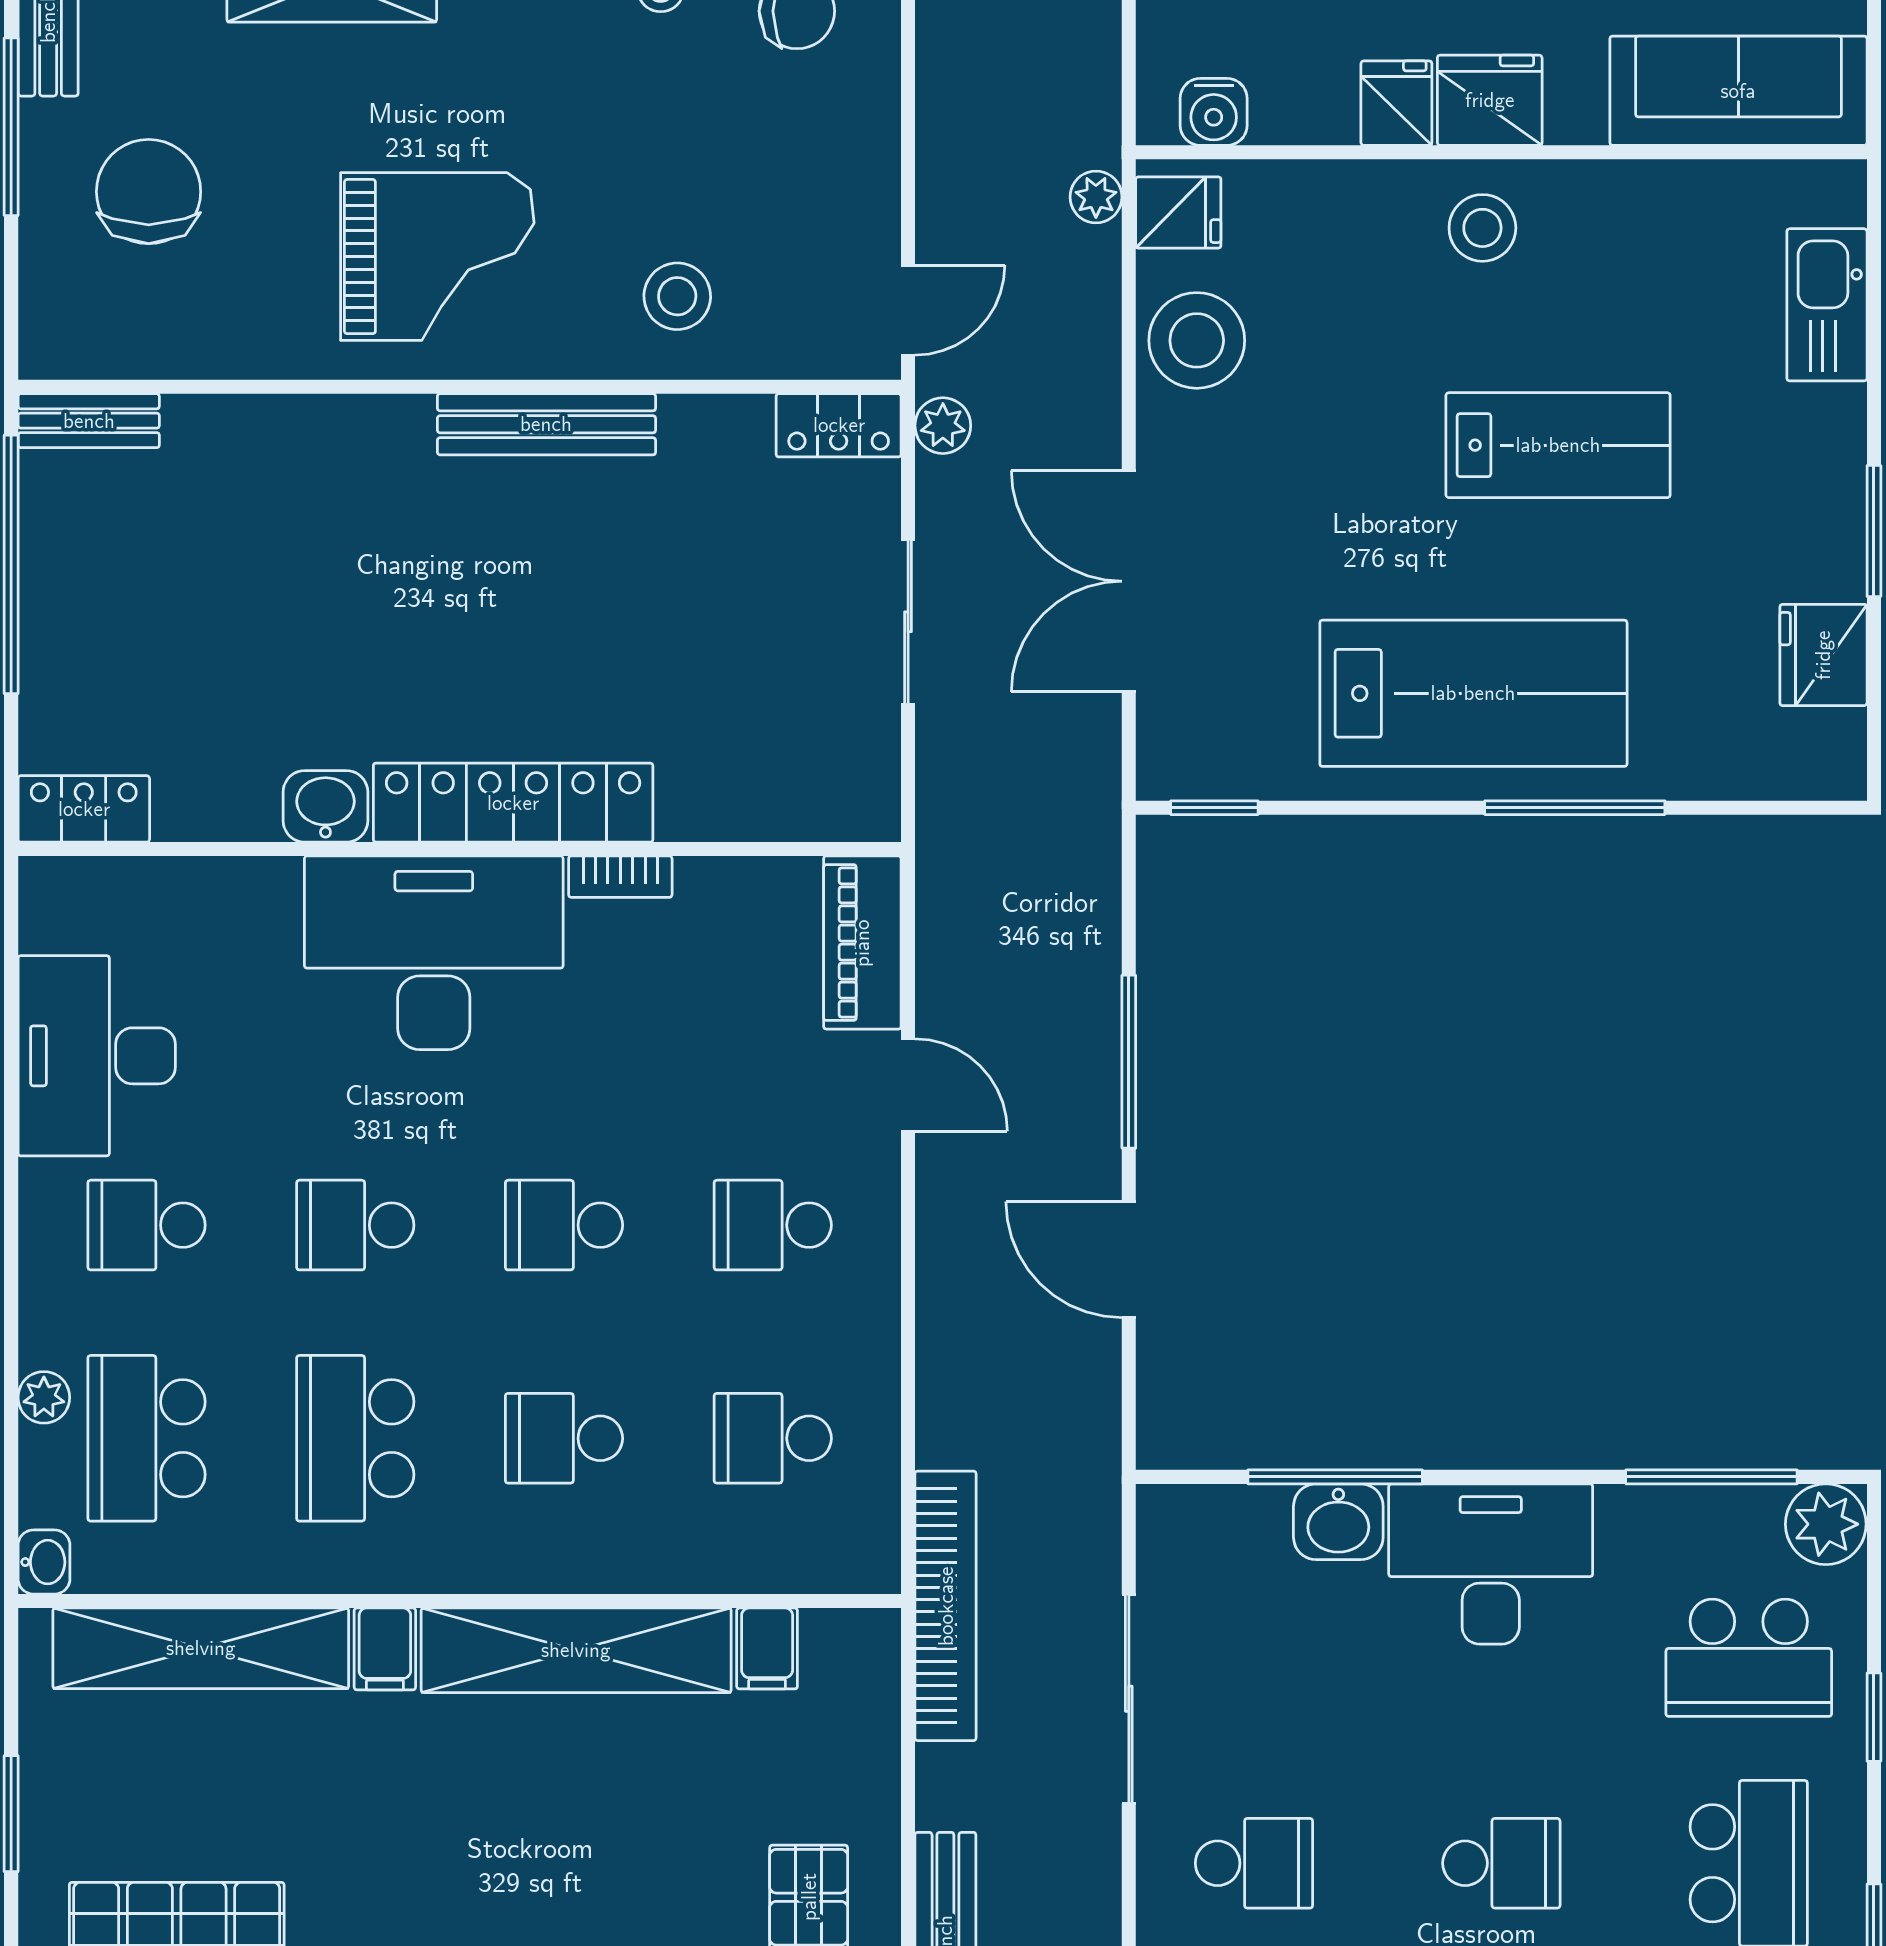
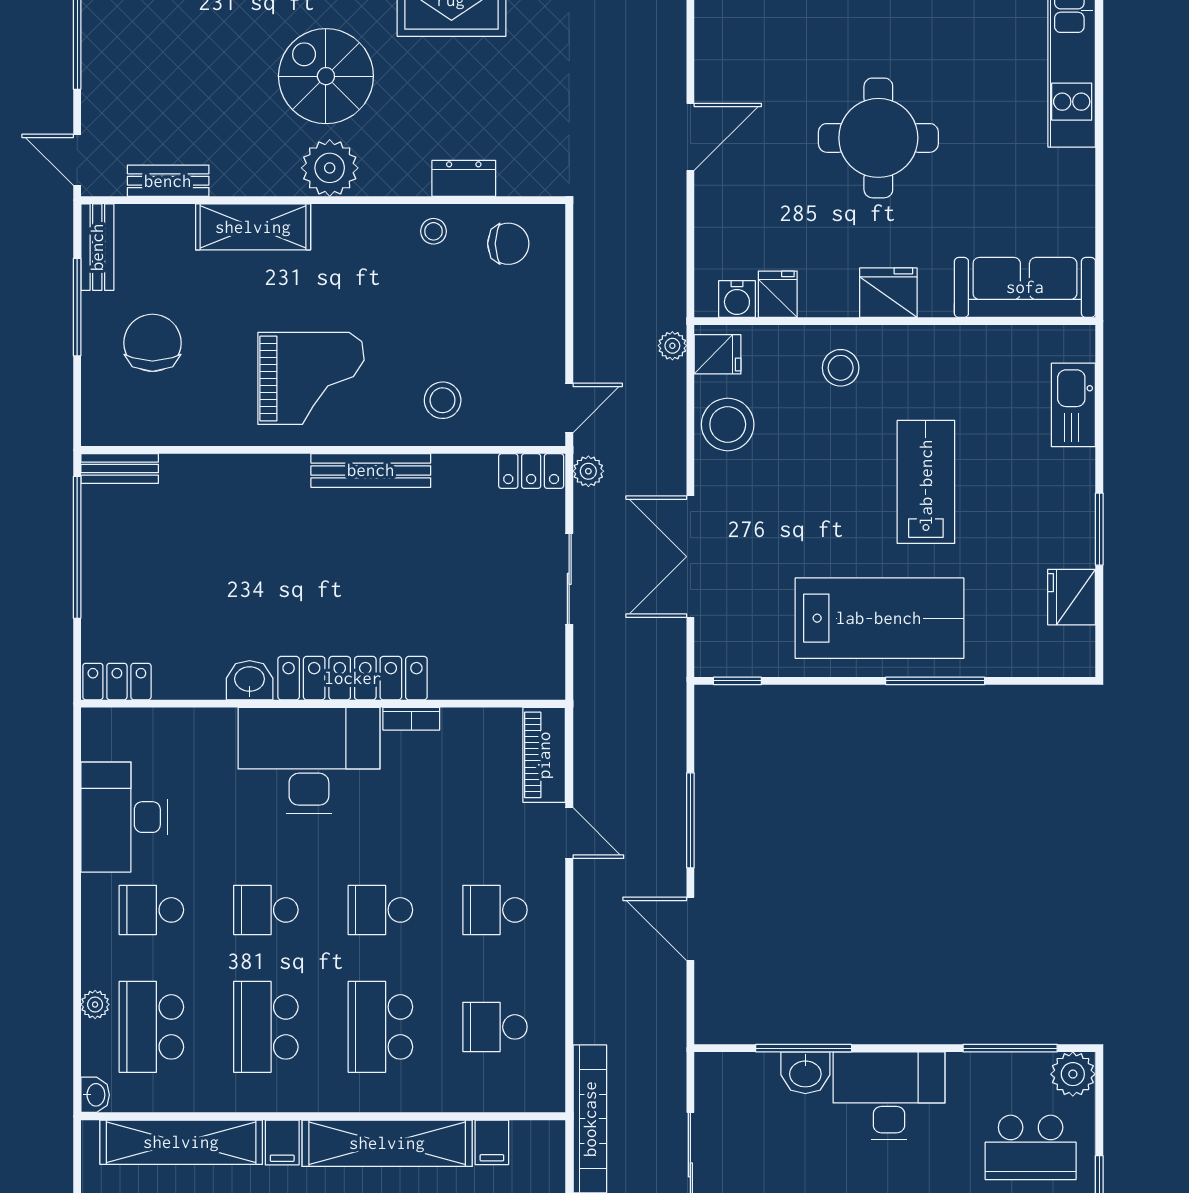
fridge: (1396, 103) -> (778, 294), moved
stool: (1482, 228) -> (841, 368), moved
lab bench: (1558, 445) -> (926, 482), turned -90
school desk: (564, 1438) -> (380, 1027), width x1.85

